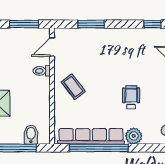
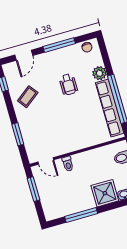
coffee table: (73, 87) -> (28, 97), moved
wheelchair: (131, 97) -> (68, 84), turned -90

